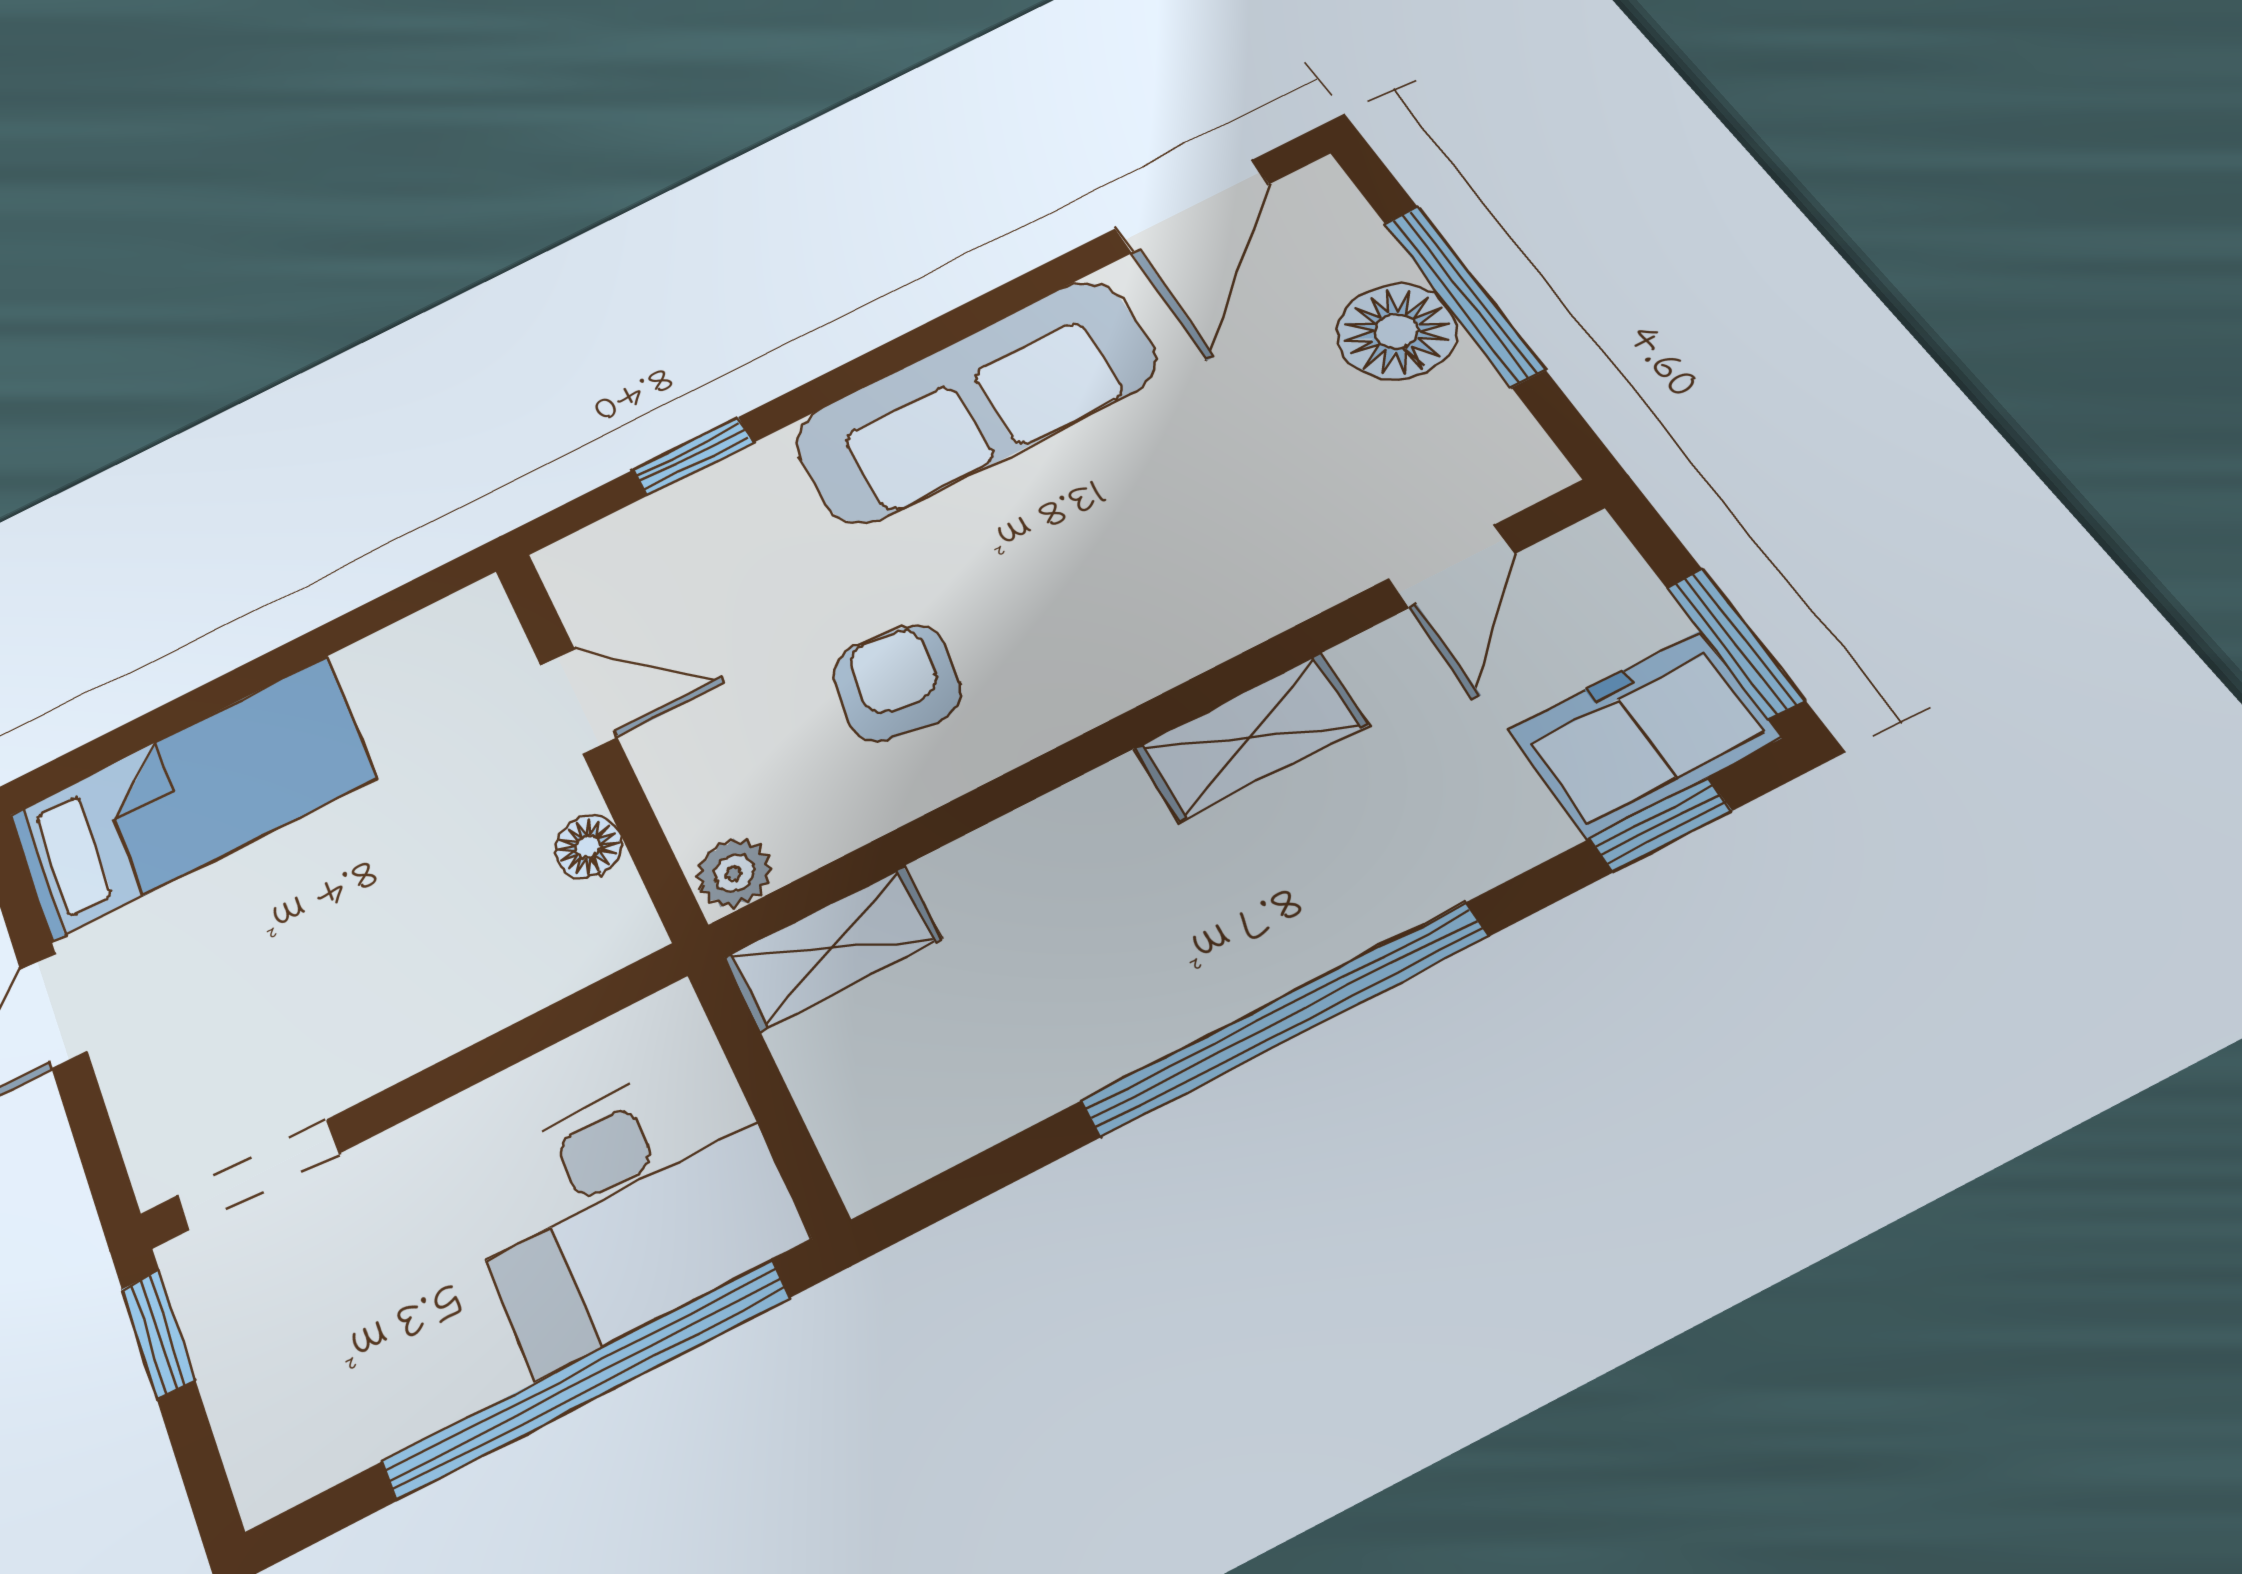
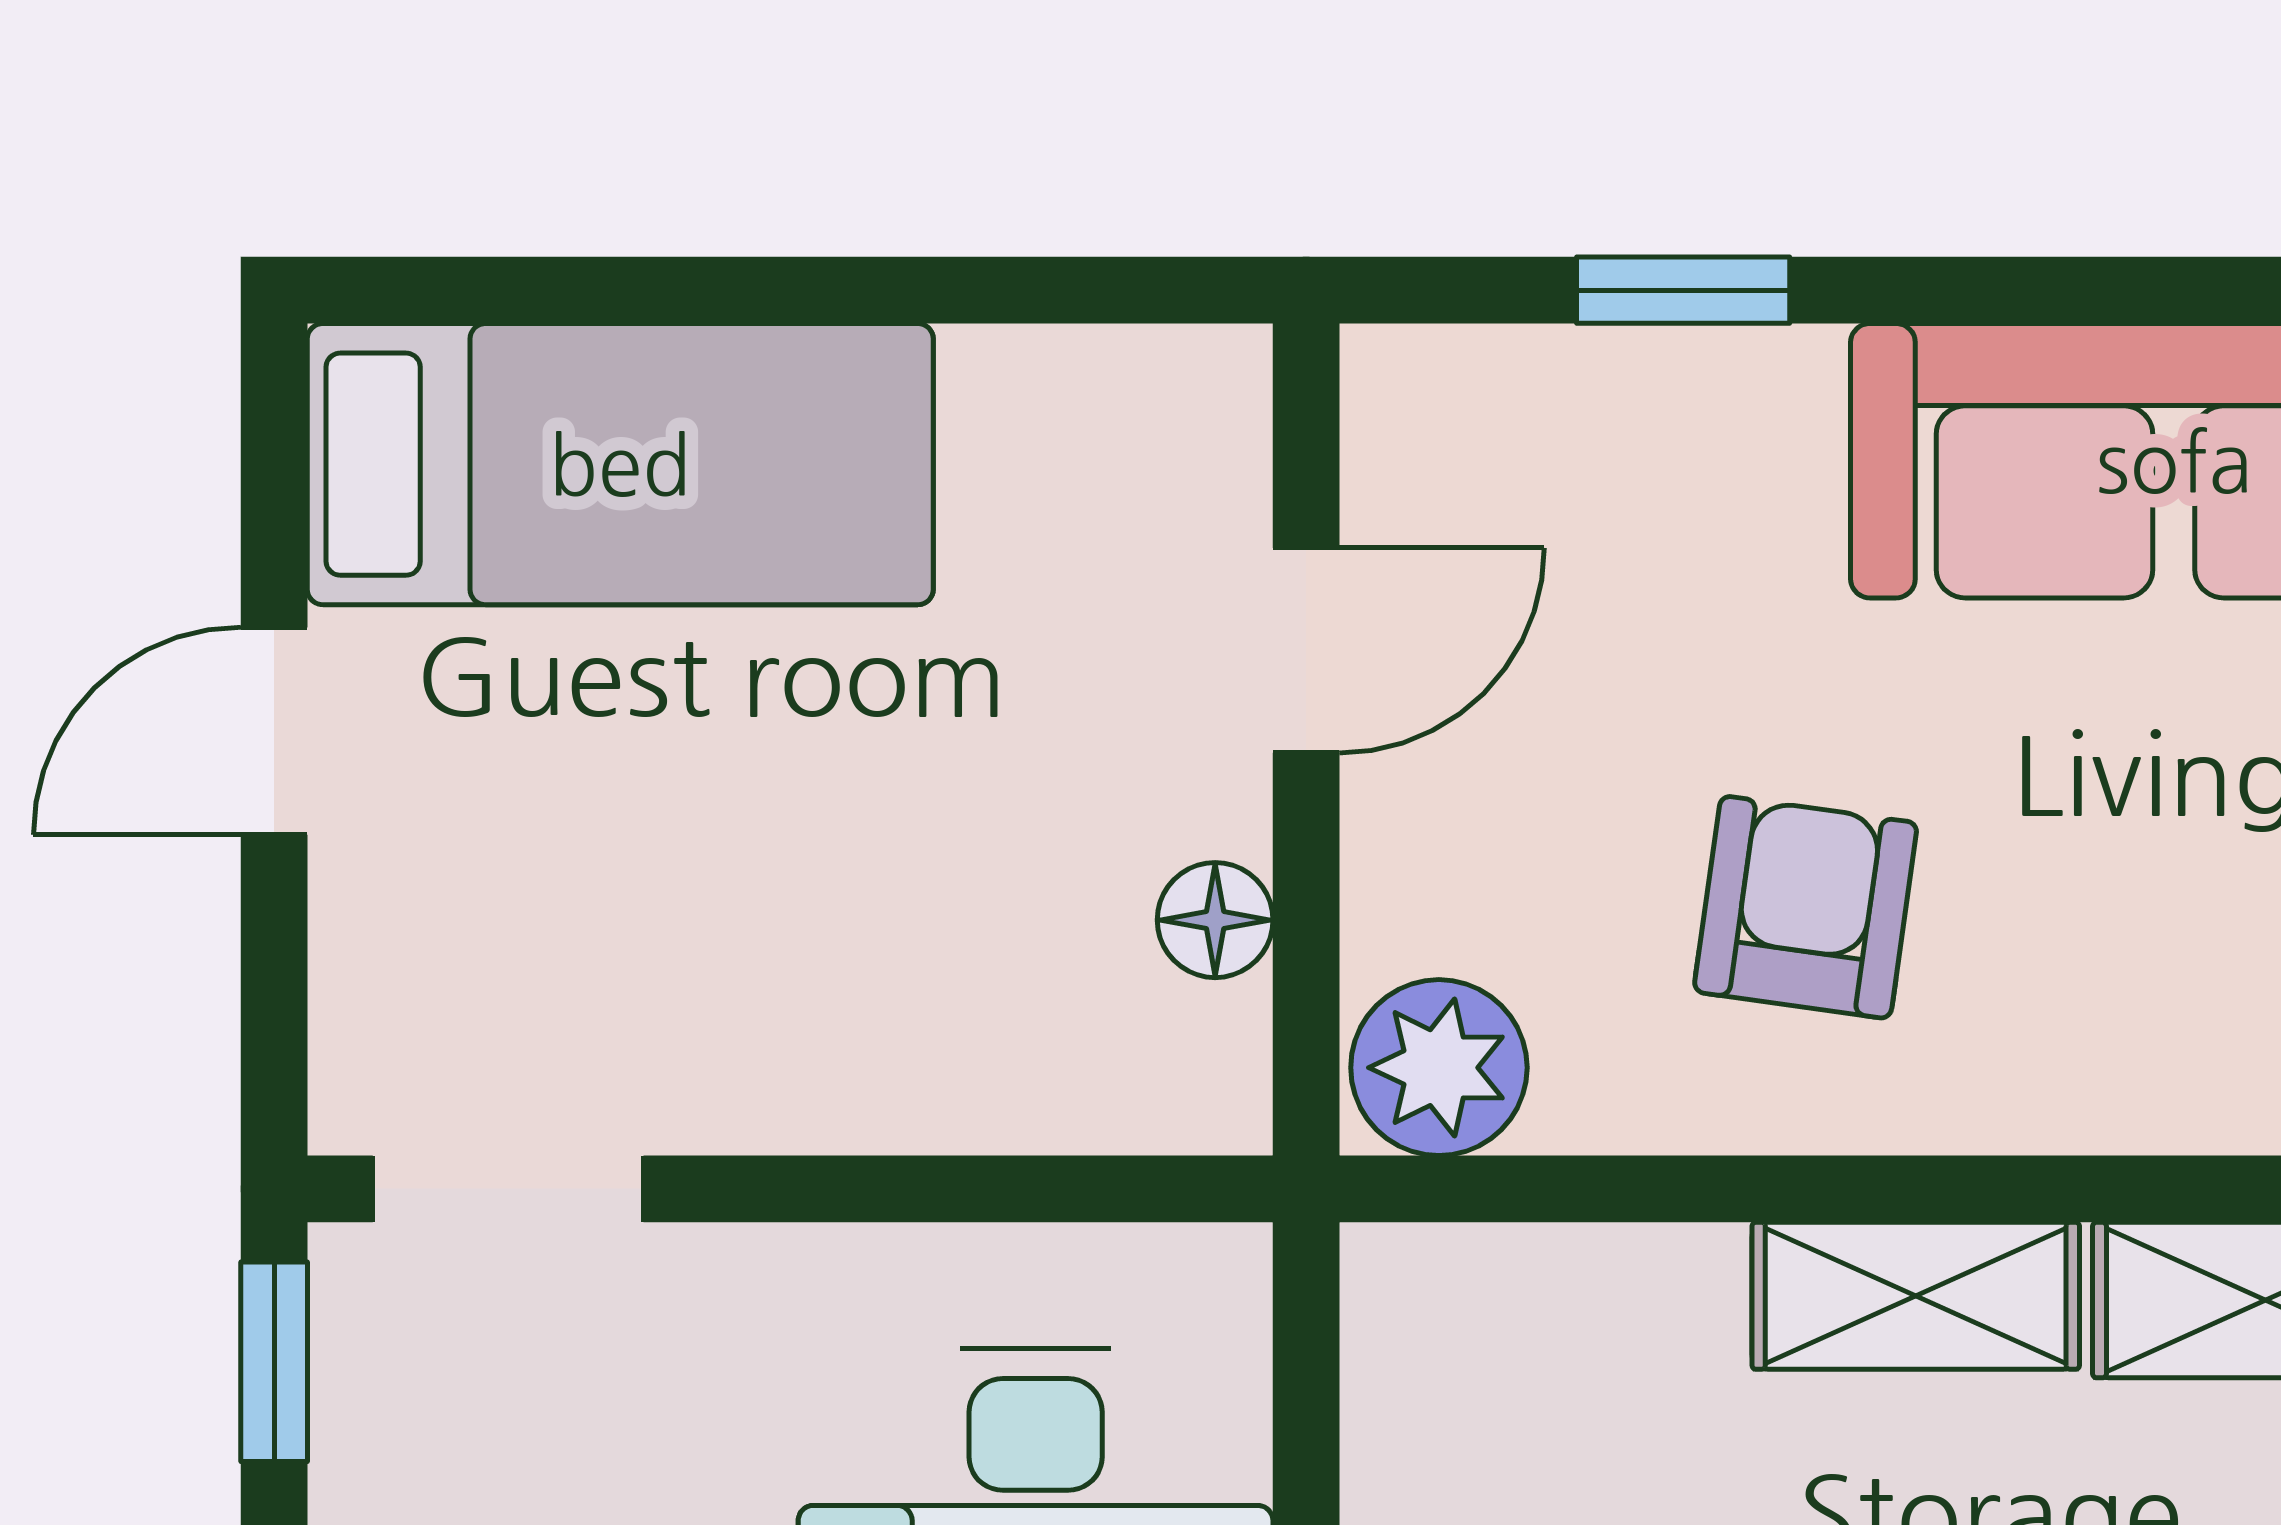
door: (579, 701) -> (1306, 650), hinge flipped
plant: (734, 873) -> (1439, 1068), width x1.38, depth x1.38
shelving: (832, 948) -> (1916, 1296), moved

